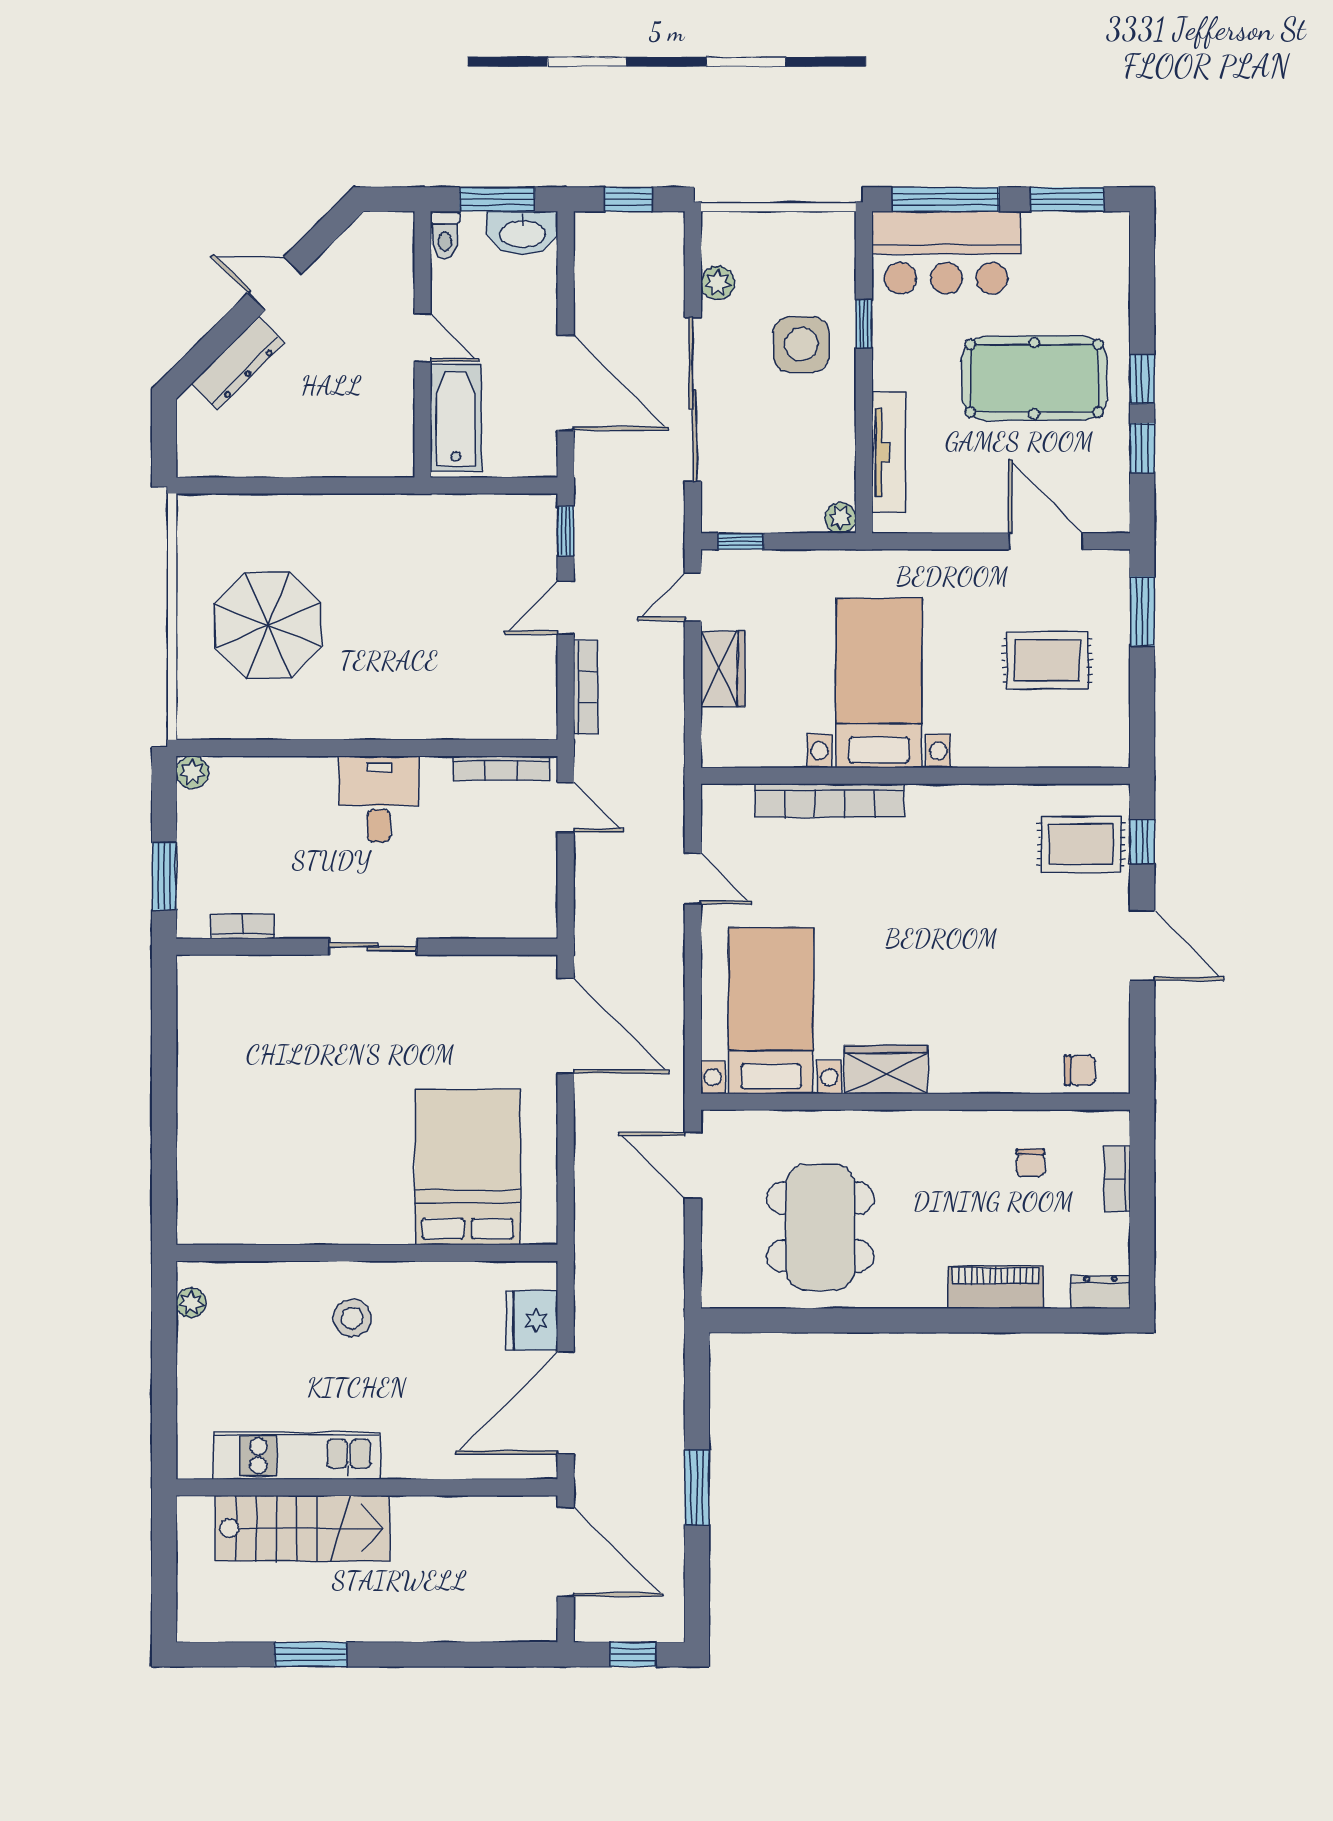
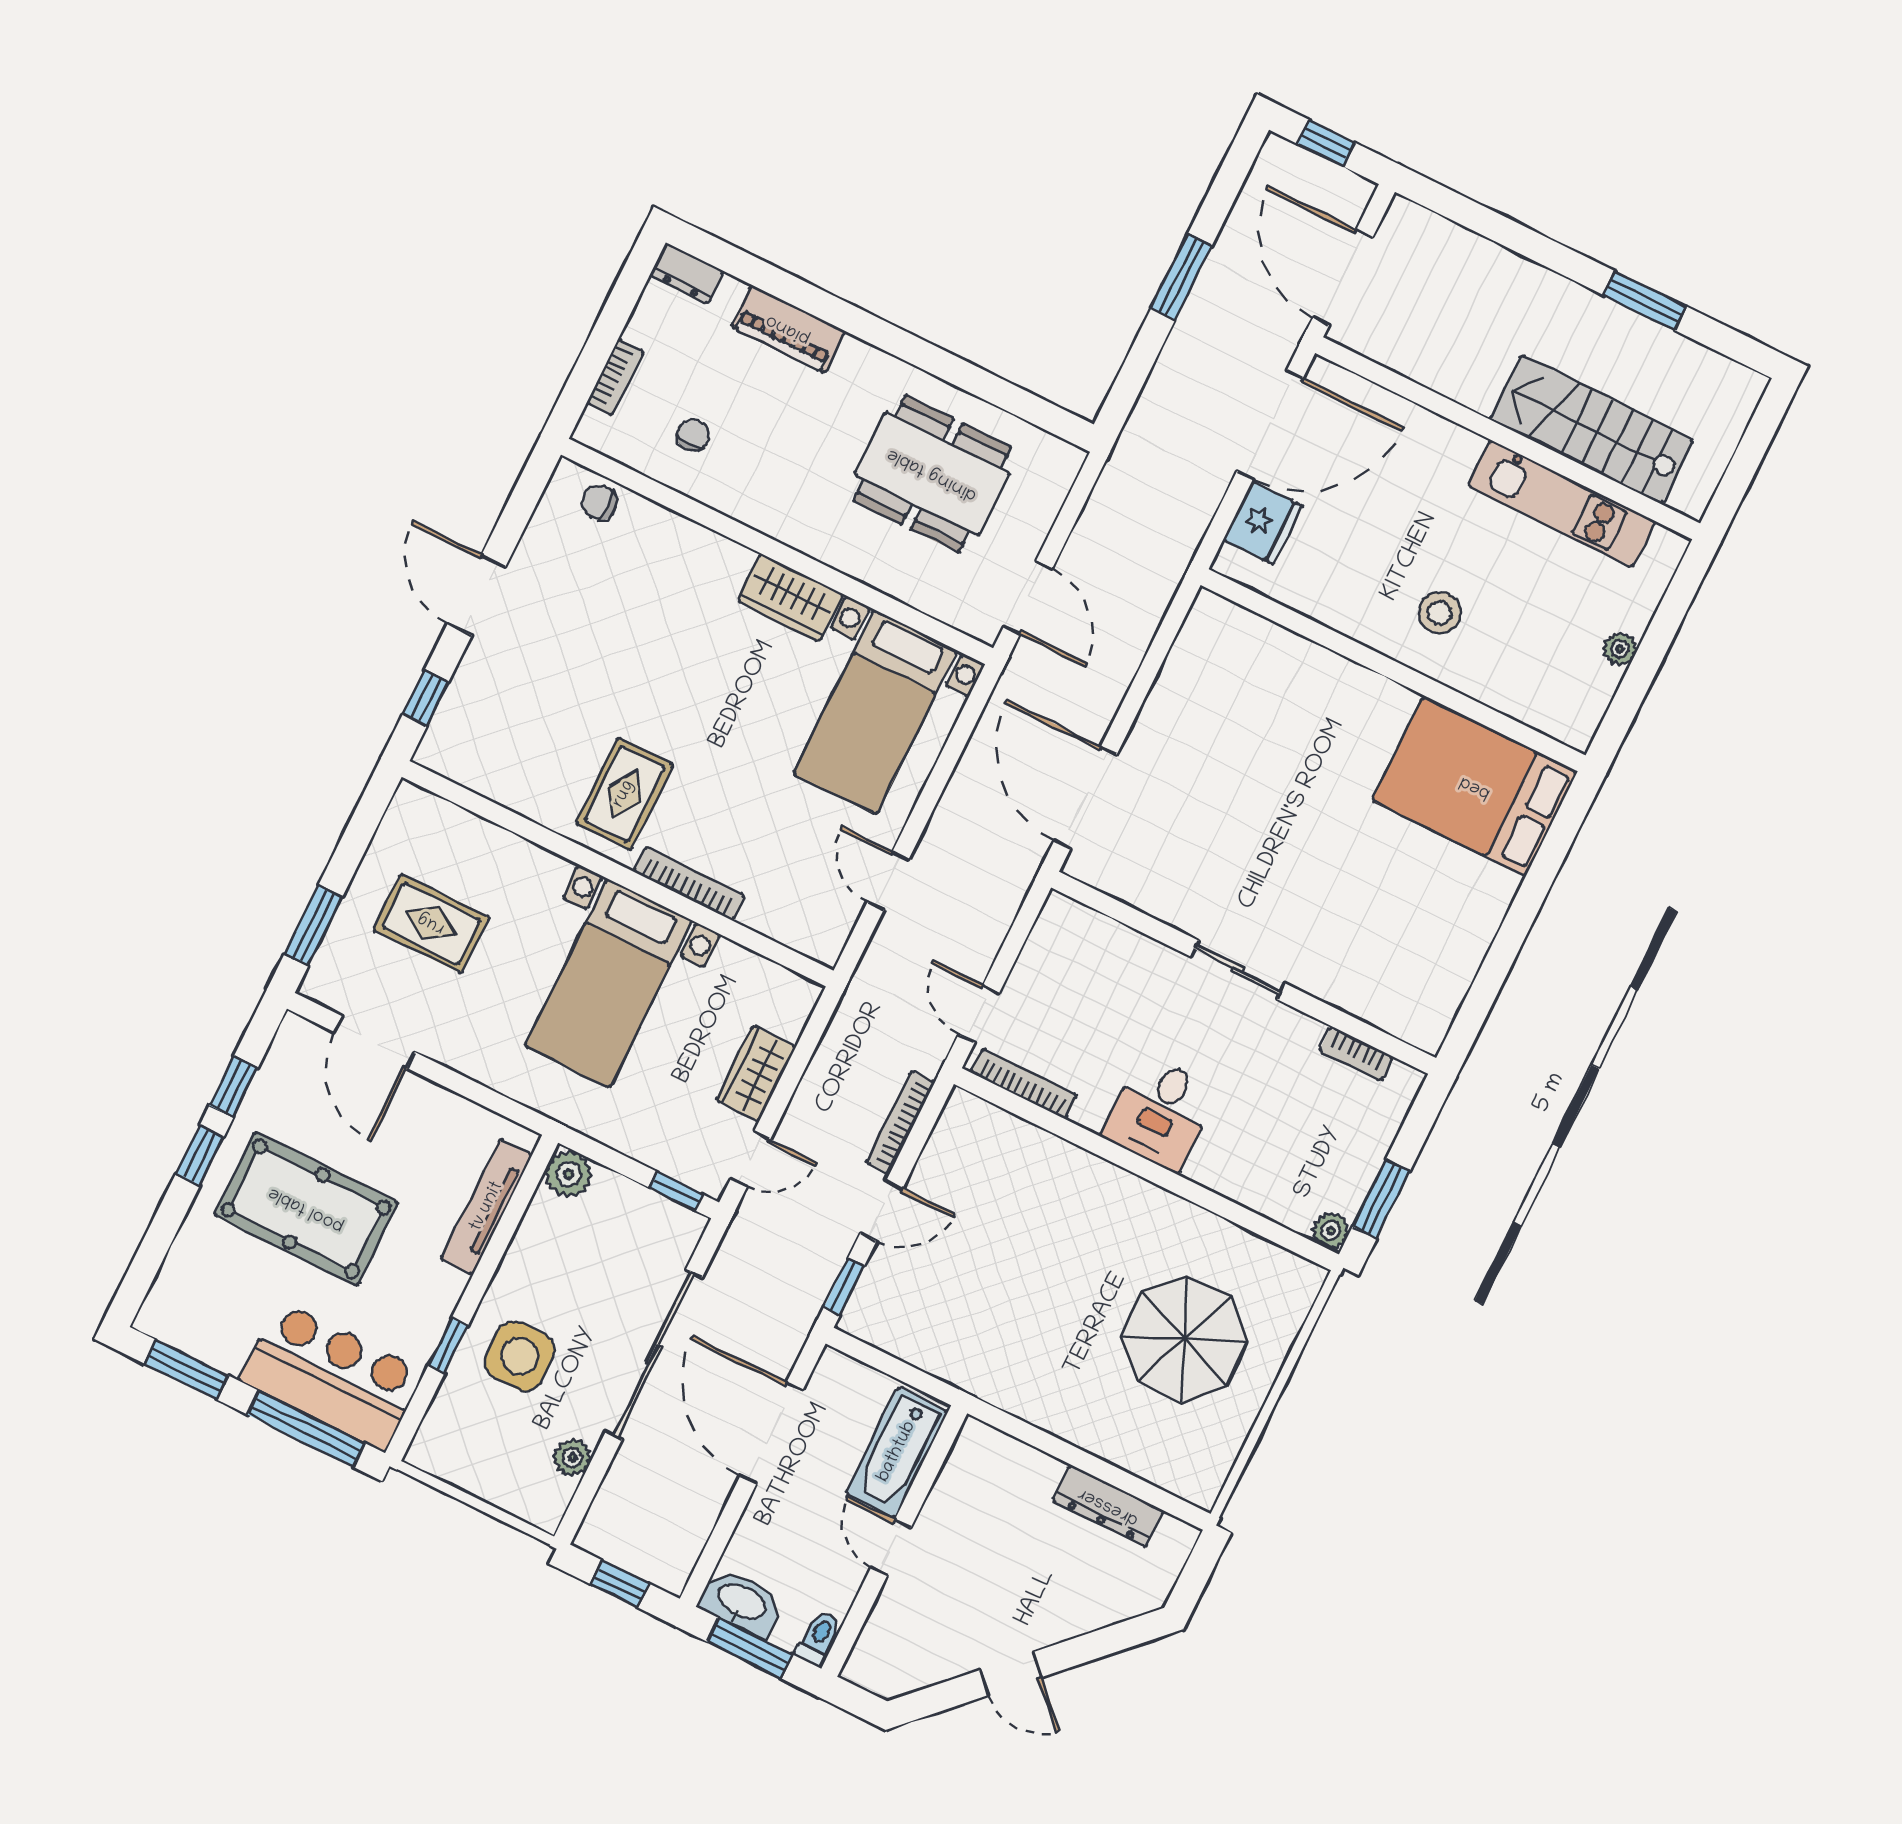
dresser: (238, 363) -> (1108, 1506), moved, turned -135
plant: (840, 518) -> (569, 1174), width x1.38, depth x1.38
bookcase: (829, 801) -> (689, 883), width x0.68, depth x0.76
rug: (1081, 844) -> (624, 794), moved, turned 90
window: (164, 876) -> (1381, 1199), moved
bed: (468, 1167) -> (1475, 787), moved, turned 90
dining table: (820, 1227) -> (932, 474), turned 90
plant: (191, 1303) -> (1620, 649), moved

